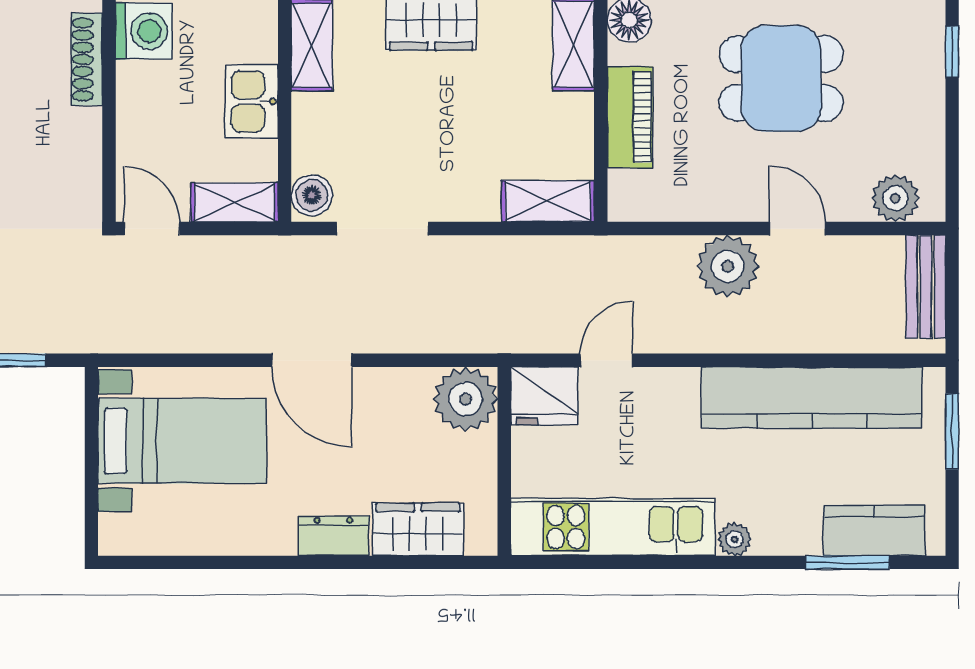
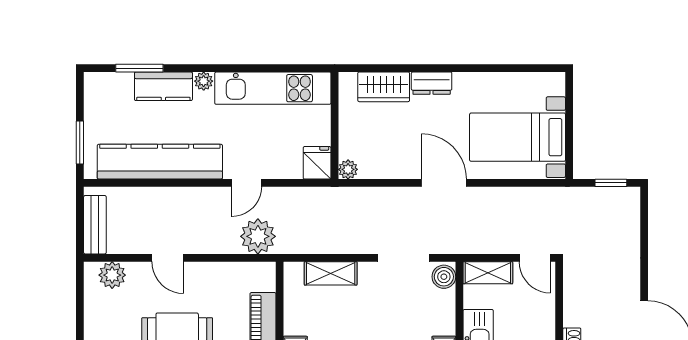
shelving: (548, 201) -> (331, 273), moved
plant: (728, 266) -> (258, 236), moved
door: (606, 360) -> (247, 183), moved
fridge: (544, 396) -> (317, 163), width x0.72
plant: (465, 399) -> (348, 169), width x0.53, depth x0.53
kitchen counter: (874, 530) -> (163, 86), moved

